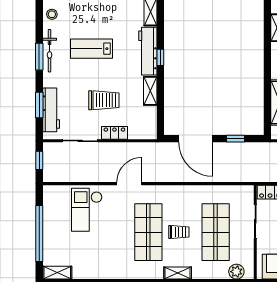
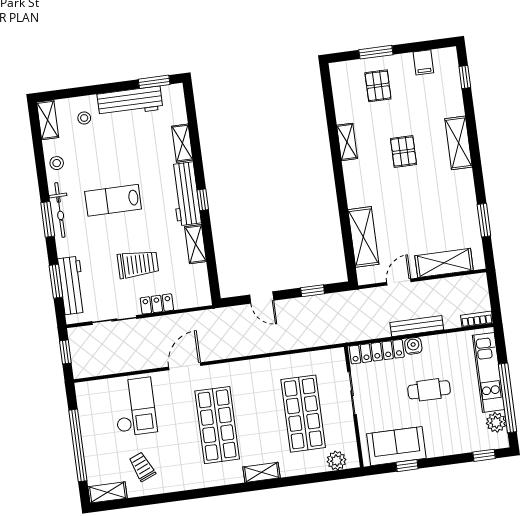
door: (196, 139) -> (262, 298), width x0.53
checkout: (87, 210) -> (135, 407), turned 180
trolley: (179, 232) -> (142, 467), moved, turned -113

